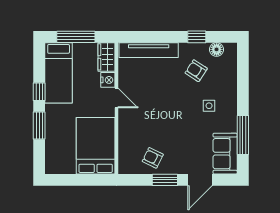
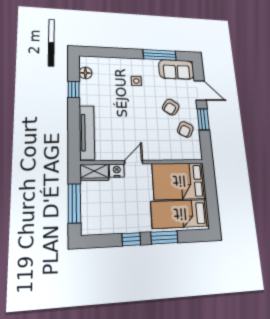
armchair: (196, 71) -> (171, 107), moved
bed: (59, 73) -> (180, 214), moved, turned 180

